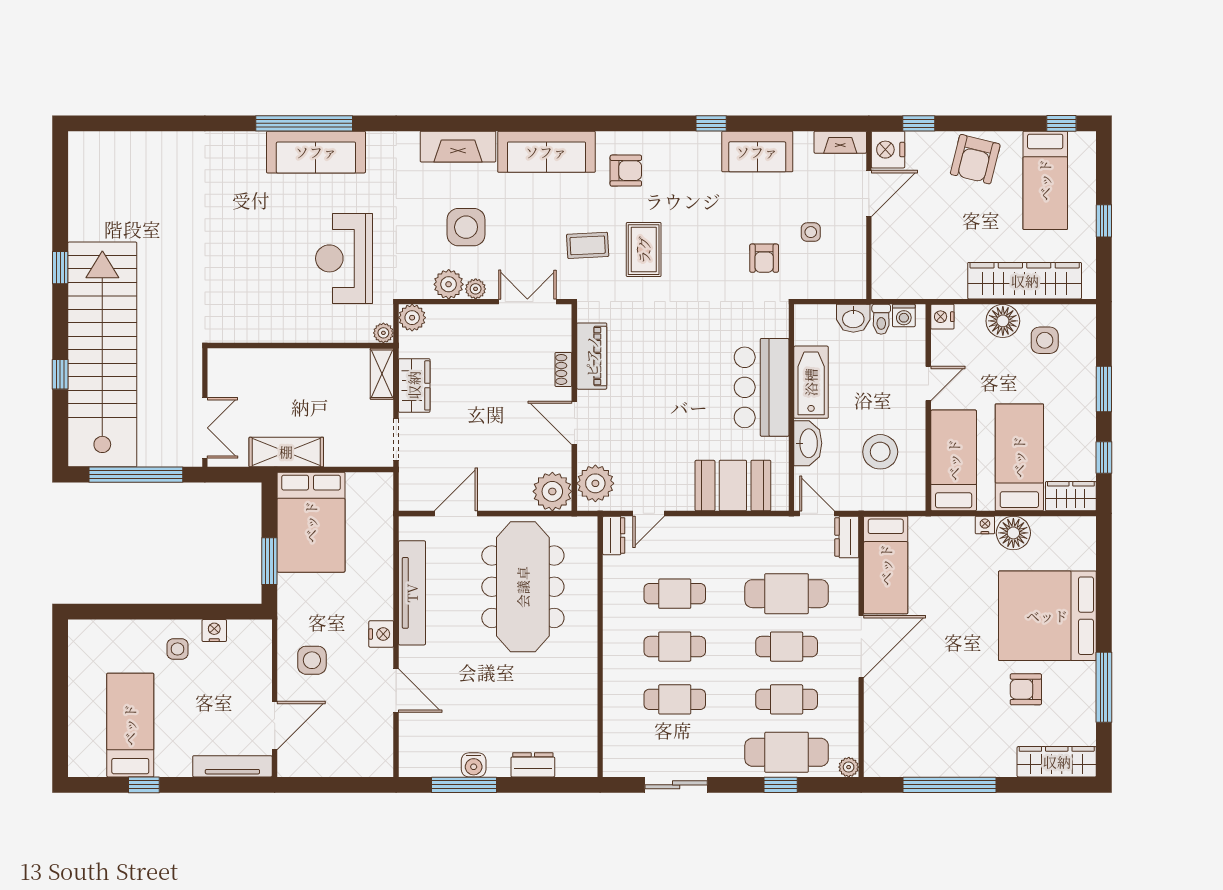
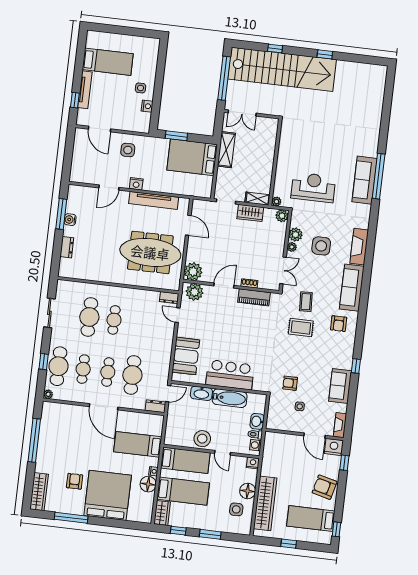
stool: (880, 452) -> (202, 439), moved
bed: (886, 565) -> (138, 444), moved
cafe table: (675, 594) -> (139, 323), removed
cafe table: (675, 699) -> (89, 317), width x1.37, depth x1.35
tv unit: (232, 766) -> (85, 90), moved
window: (144, 785) -> (75, 100), moved

